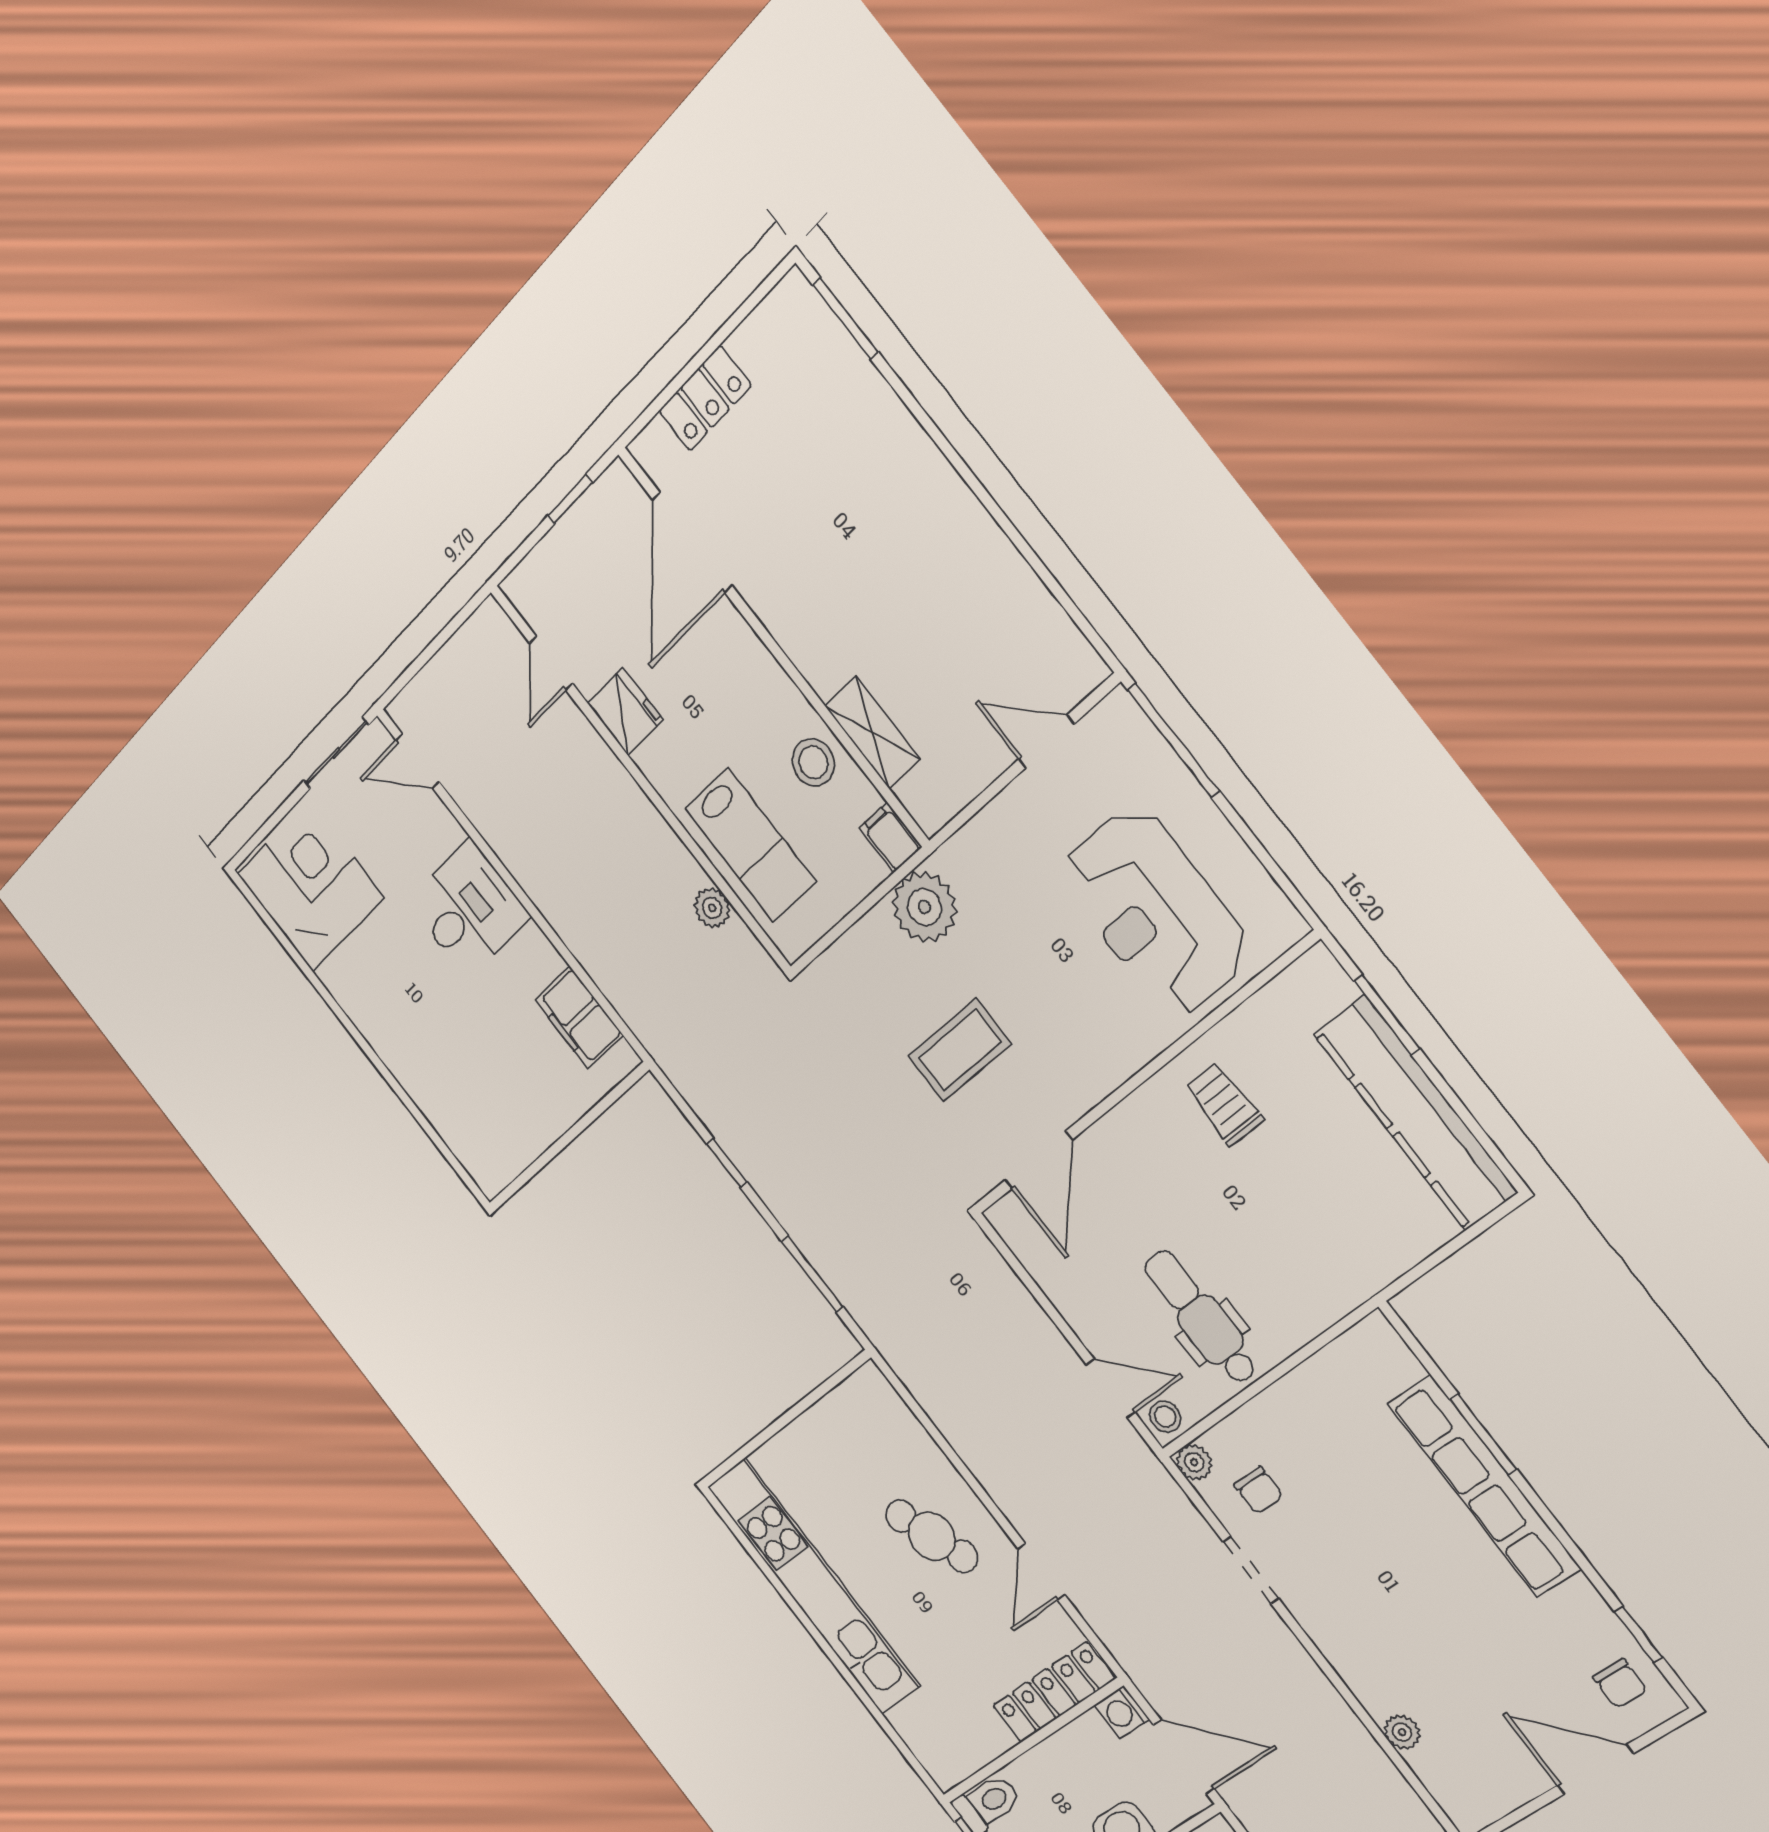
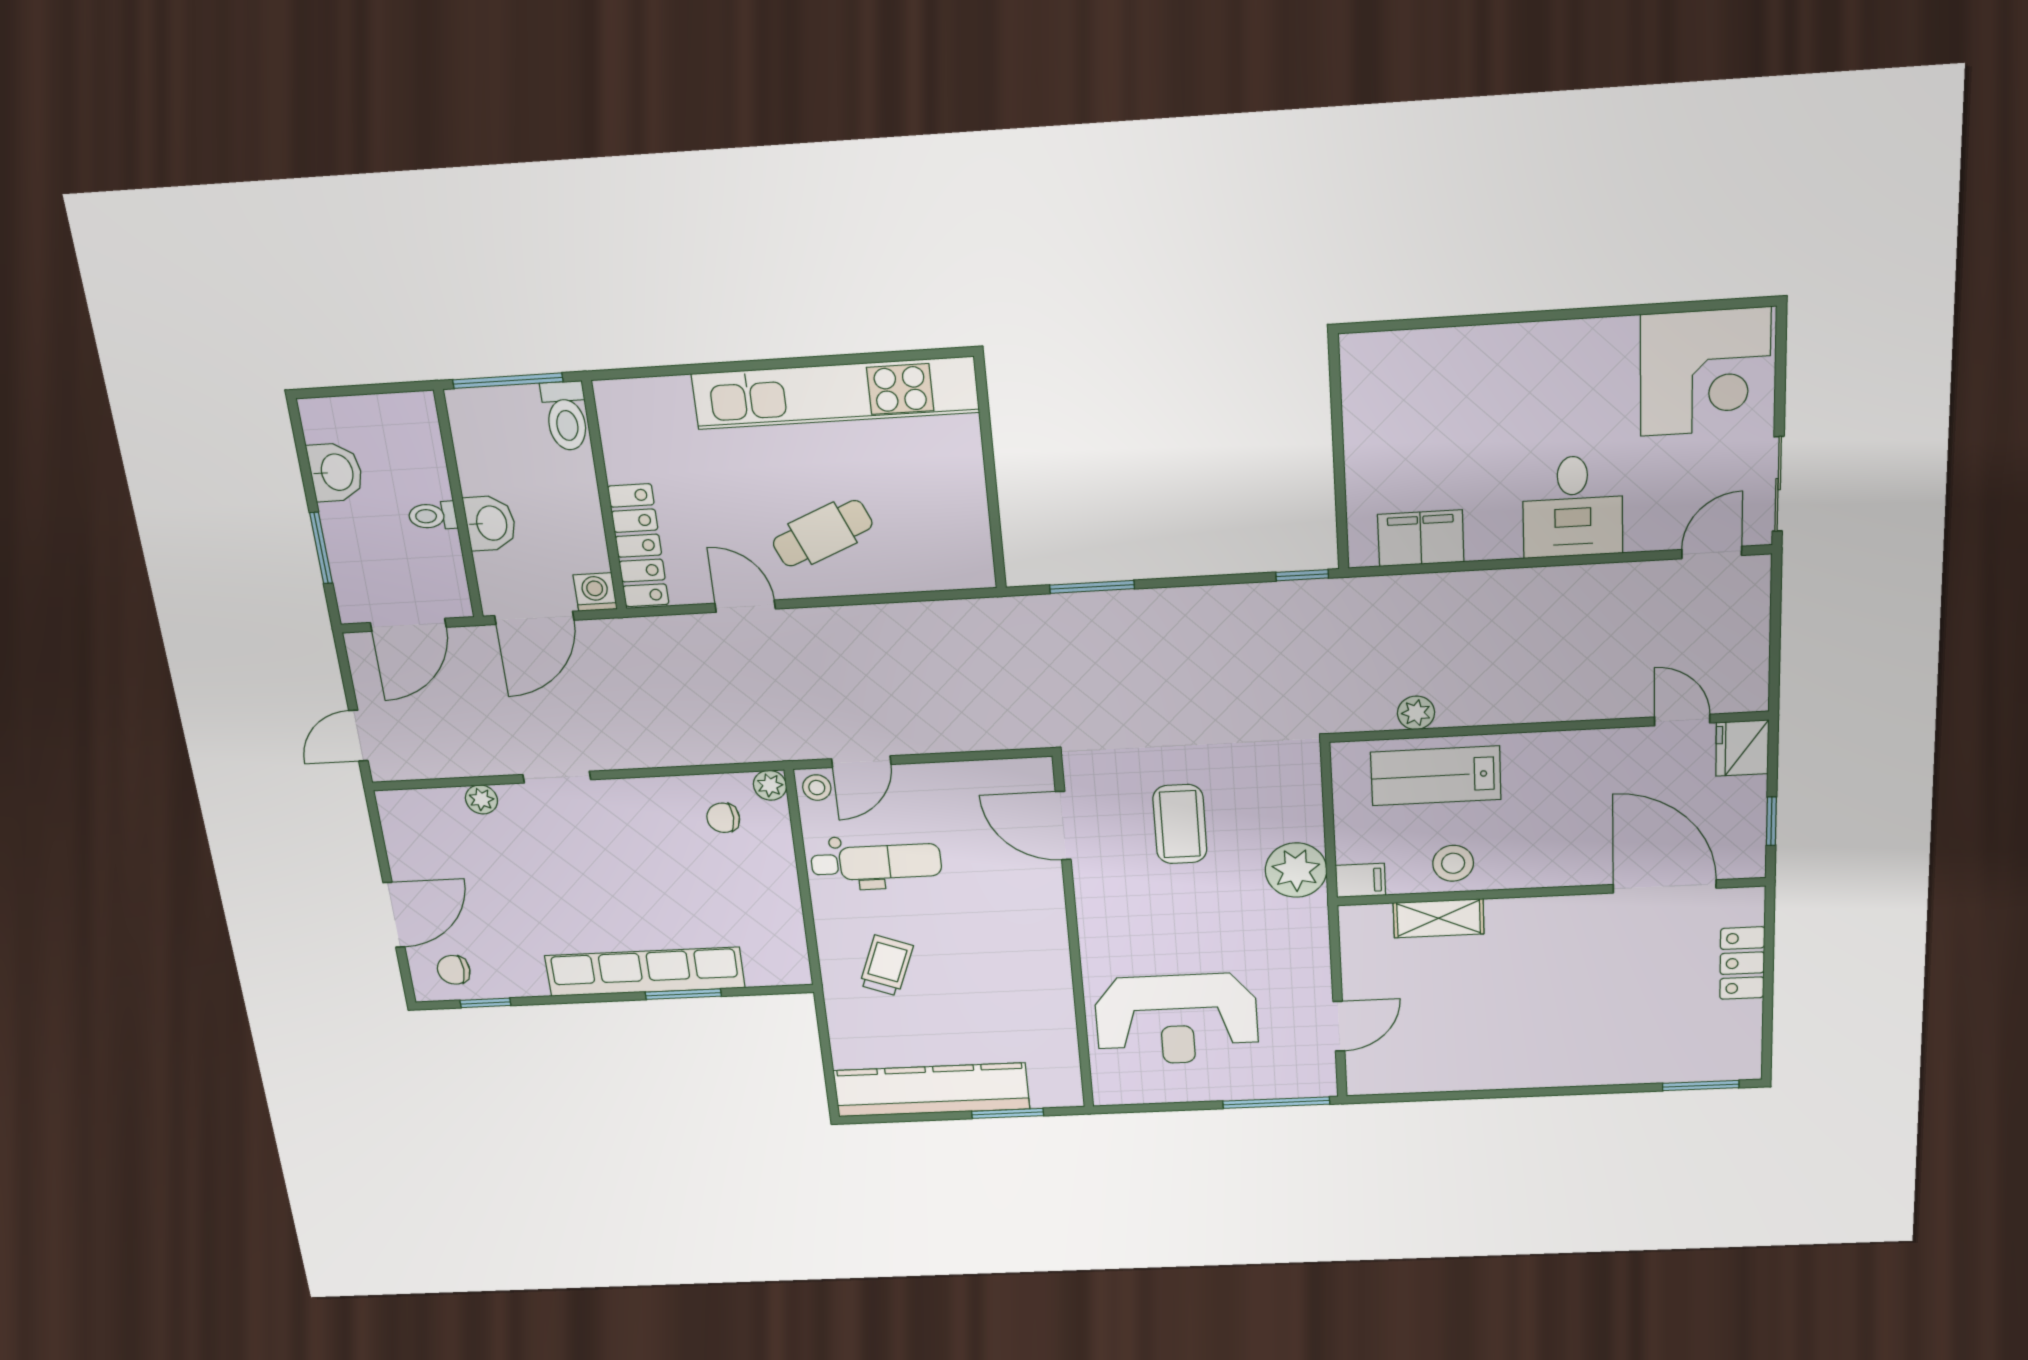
fridge: (625, 711) -> (1742, 748), moved, turned 90
reception desk: (1155, 912) -> (1176, 1019), turned 180
trolley: (1224, 1104) -> (886, 966), moved, turned -69
window: (727, 1163) -> (1302, 575), moved
doorway: (1251, 1570) -> (557, 777), moved

